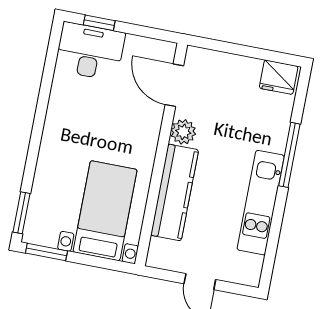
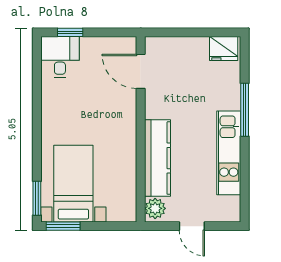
desk: (90, 51) -> (60, 57), width x0.73
plant: (183, 132) -> (155, 208), moved
bed with nightstands: (105, 211) -> (73, 184), moved

